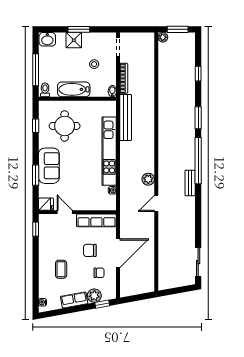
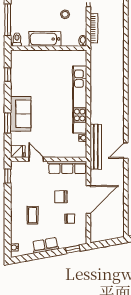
bench: (126, 117) -> (96, 147), moved
round table: (65, 126) -> (36, 75), removed
plant: (148, 179) -> (118, 127), removed
plant: (94, 296) -> (65, 241), removed

